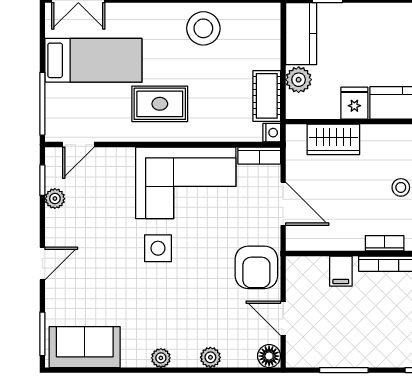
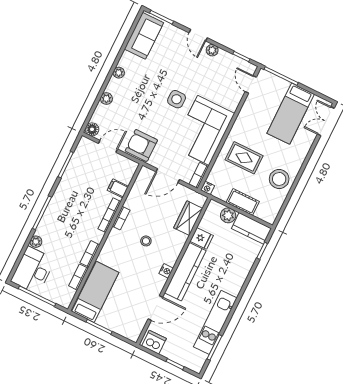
cot: (267, 96) -> (243, 202), moved
rug: (160, 104) -> (244, 158), moved, turned 90
plant: (55, 199) -> (212, 50), moved

